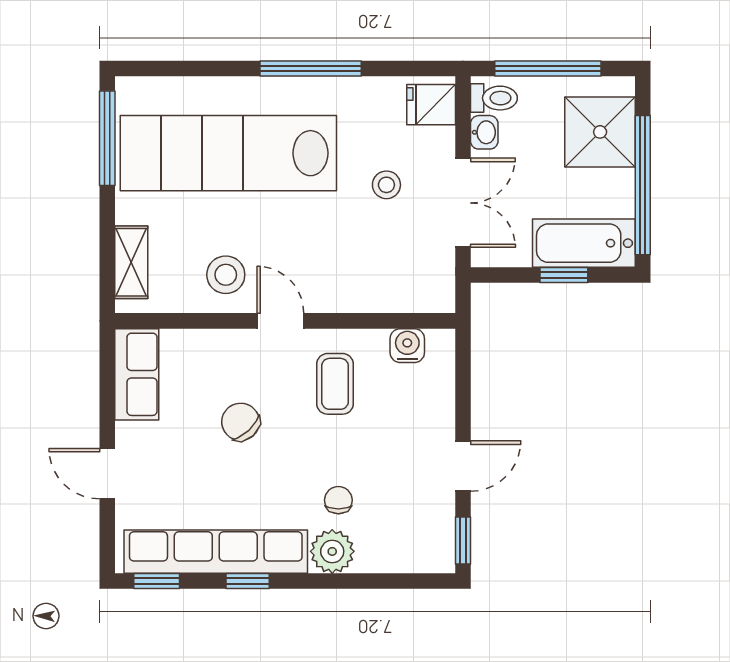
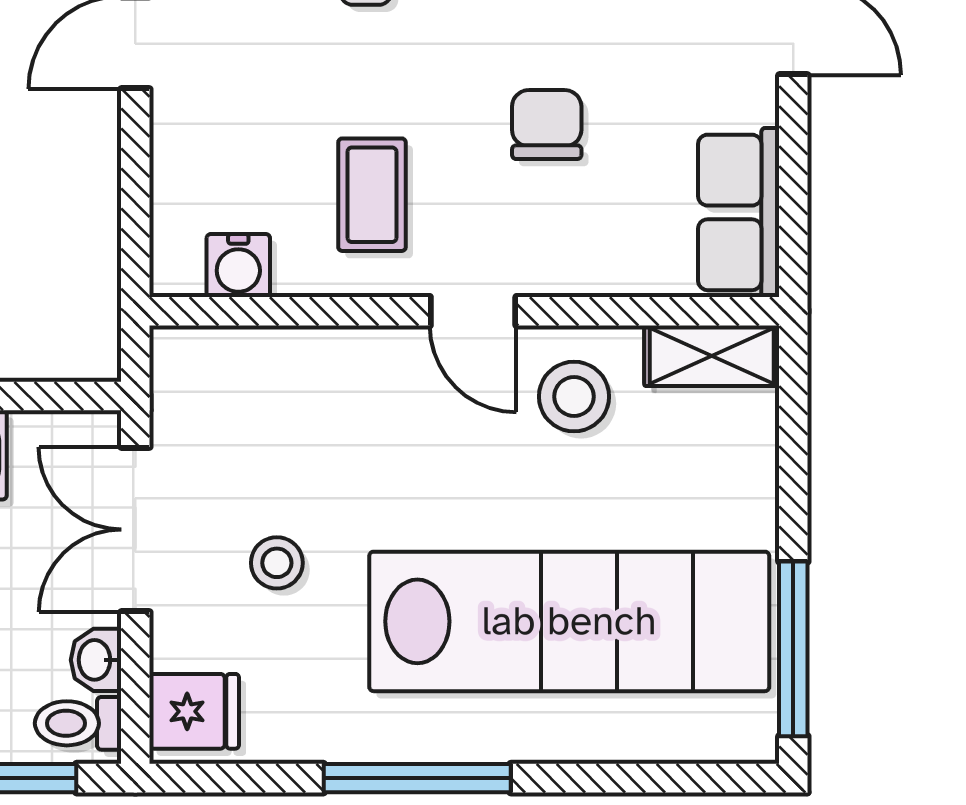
shelving: (131, 262) -> (712, 356), moved, turned 90
chair: (241, 422) -> (547, 124), turned -137

